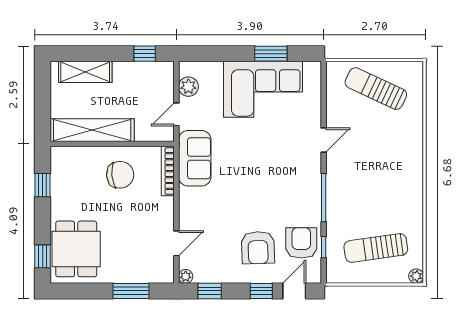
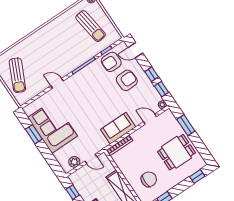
sofa: (195, 158) -> (118, 128), moved
chair: (120, 175) -> (149, 179), moved, turned 95
dining table: (76, 249) -> (176, 152), moved
window: (261, 291) -> (152, 74), moved

